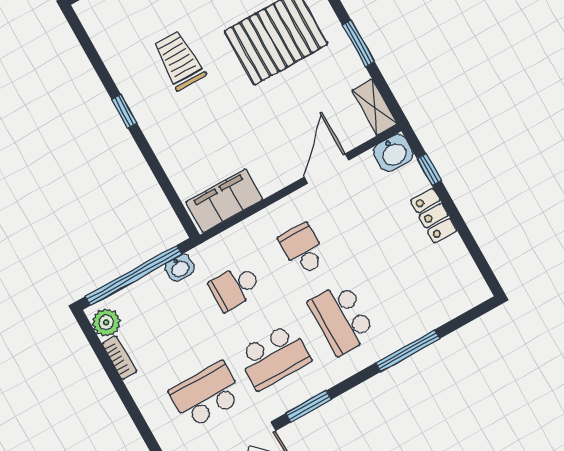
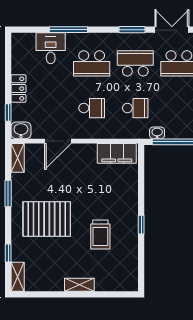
school desk: (303, 249) -> (92, 108), turned -90
desk: (419, 306) -> (51, 48), added
school desk: (342, 319) -> (92, 63), turned 90

